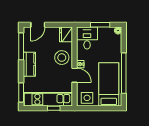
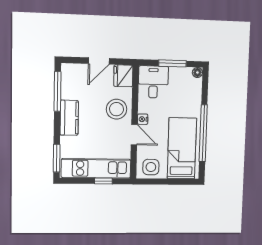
door: (38, 25) -> (99, 61), moved

